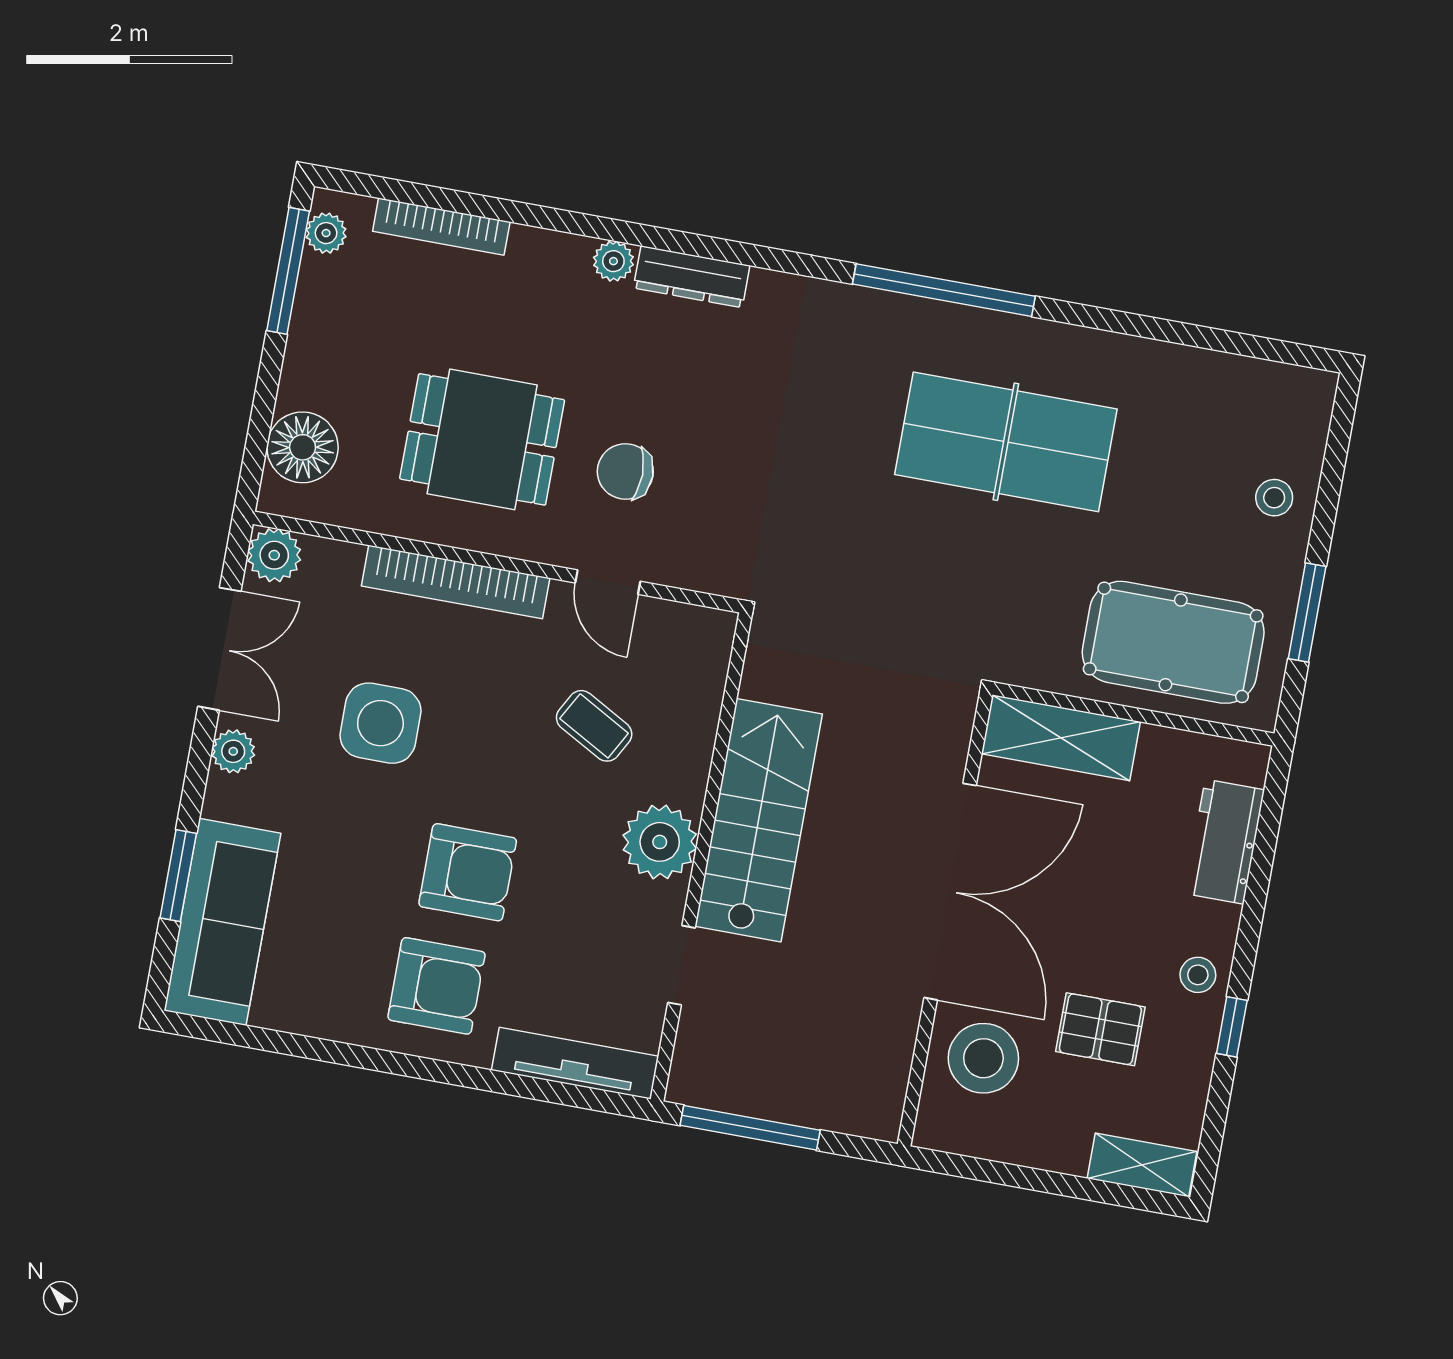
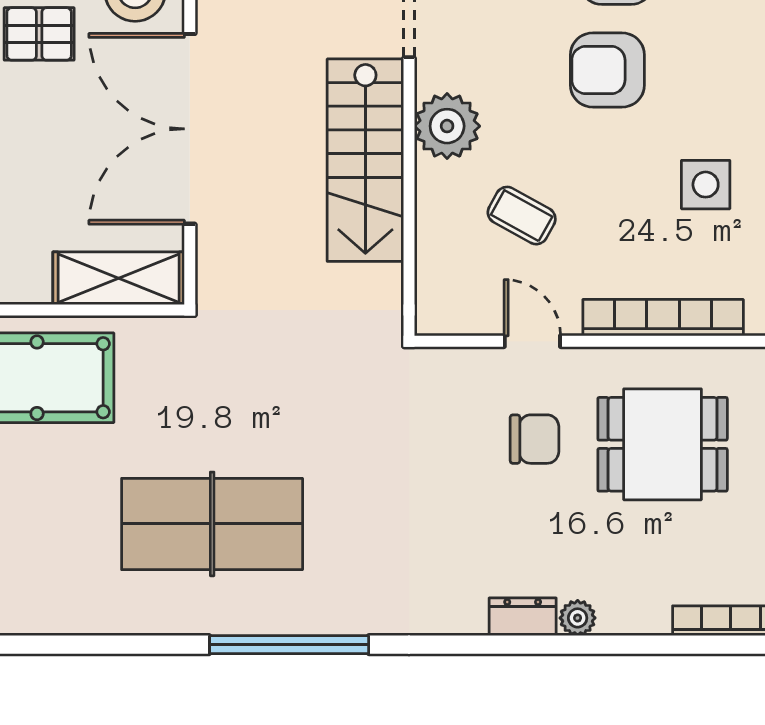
dresser: (692, 277) -> (523, 617), width x0.70
side table: (380, 723) -> (706, 185), width x0.73, depth x0.73

